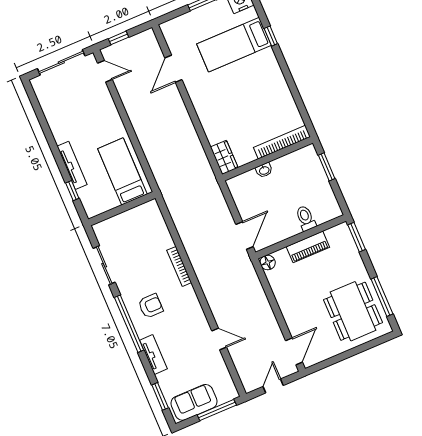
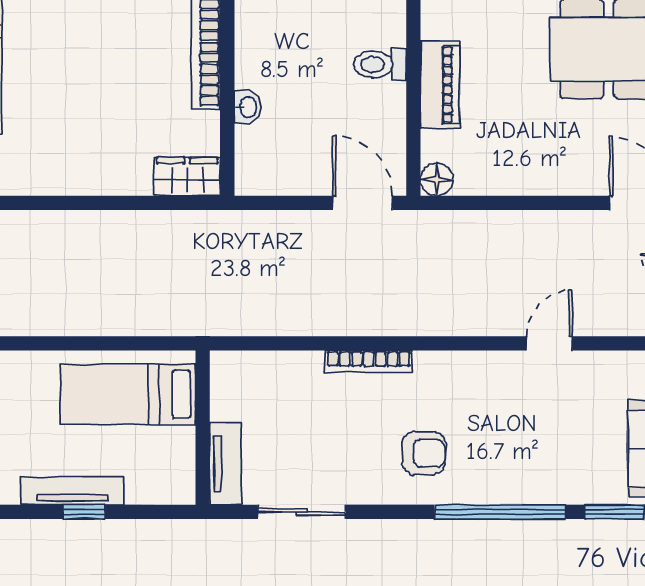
window: (72, 191) -> (84, 512), moved
armchair: (151, 306) -> (424, 453), turned 90
window: (129, 324) -> (500, 512), moved
tv unit: (153, 355) -> (225, 464), moved, turned 90

